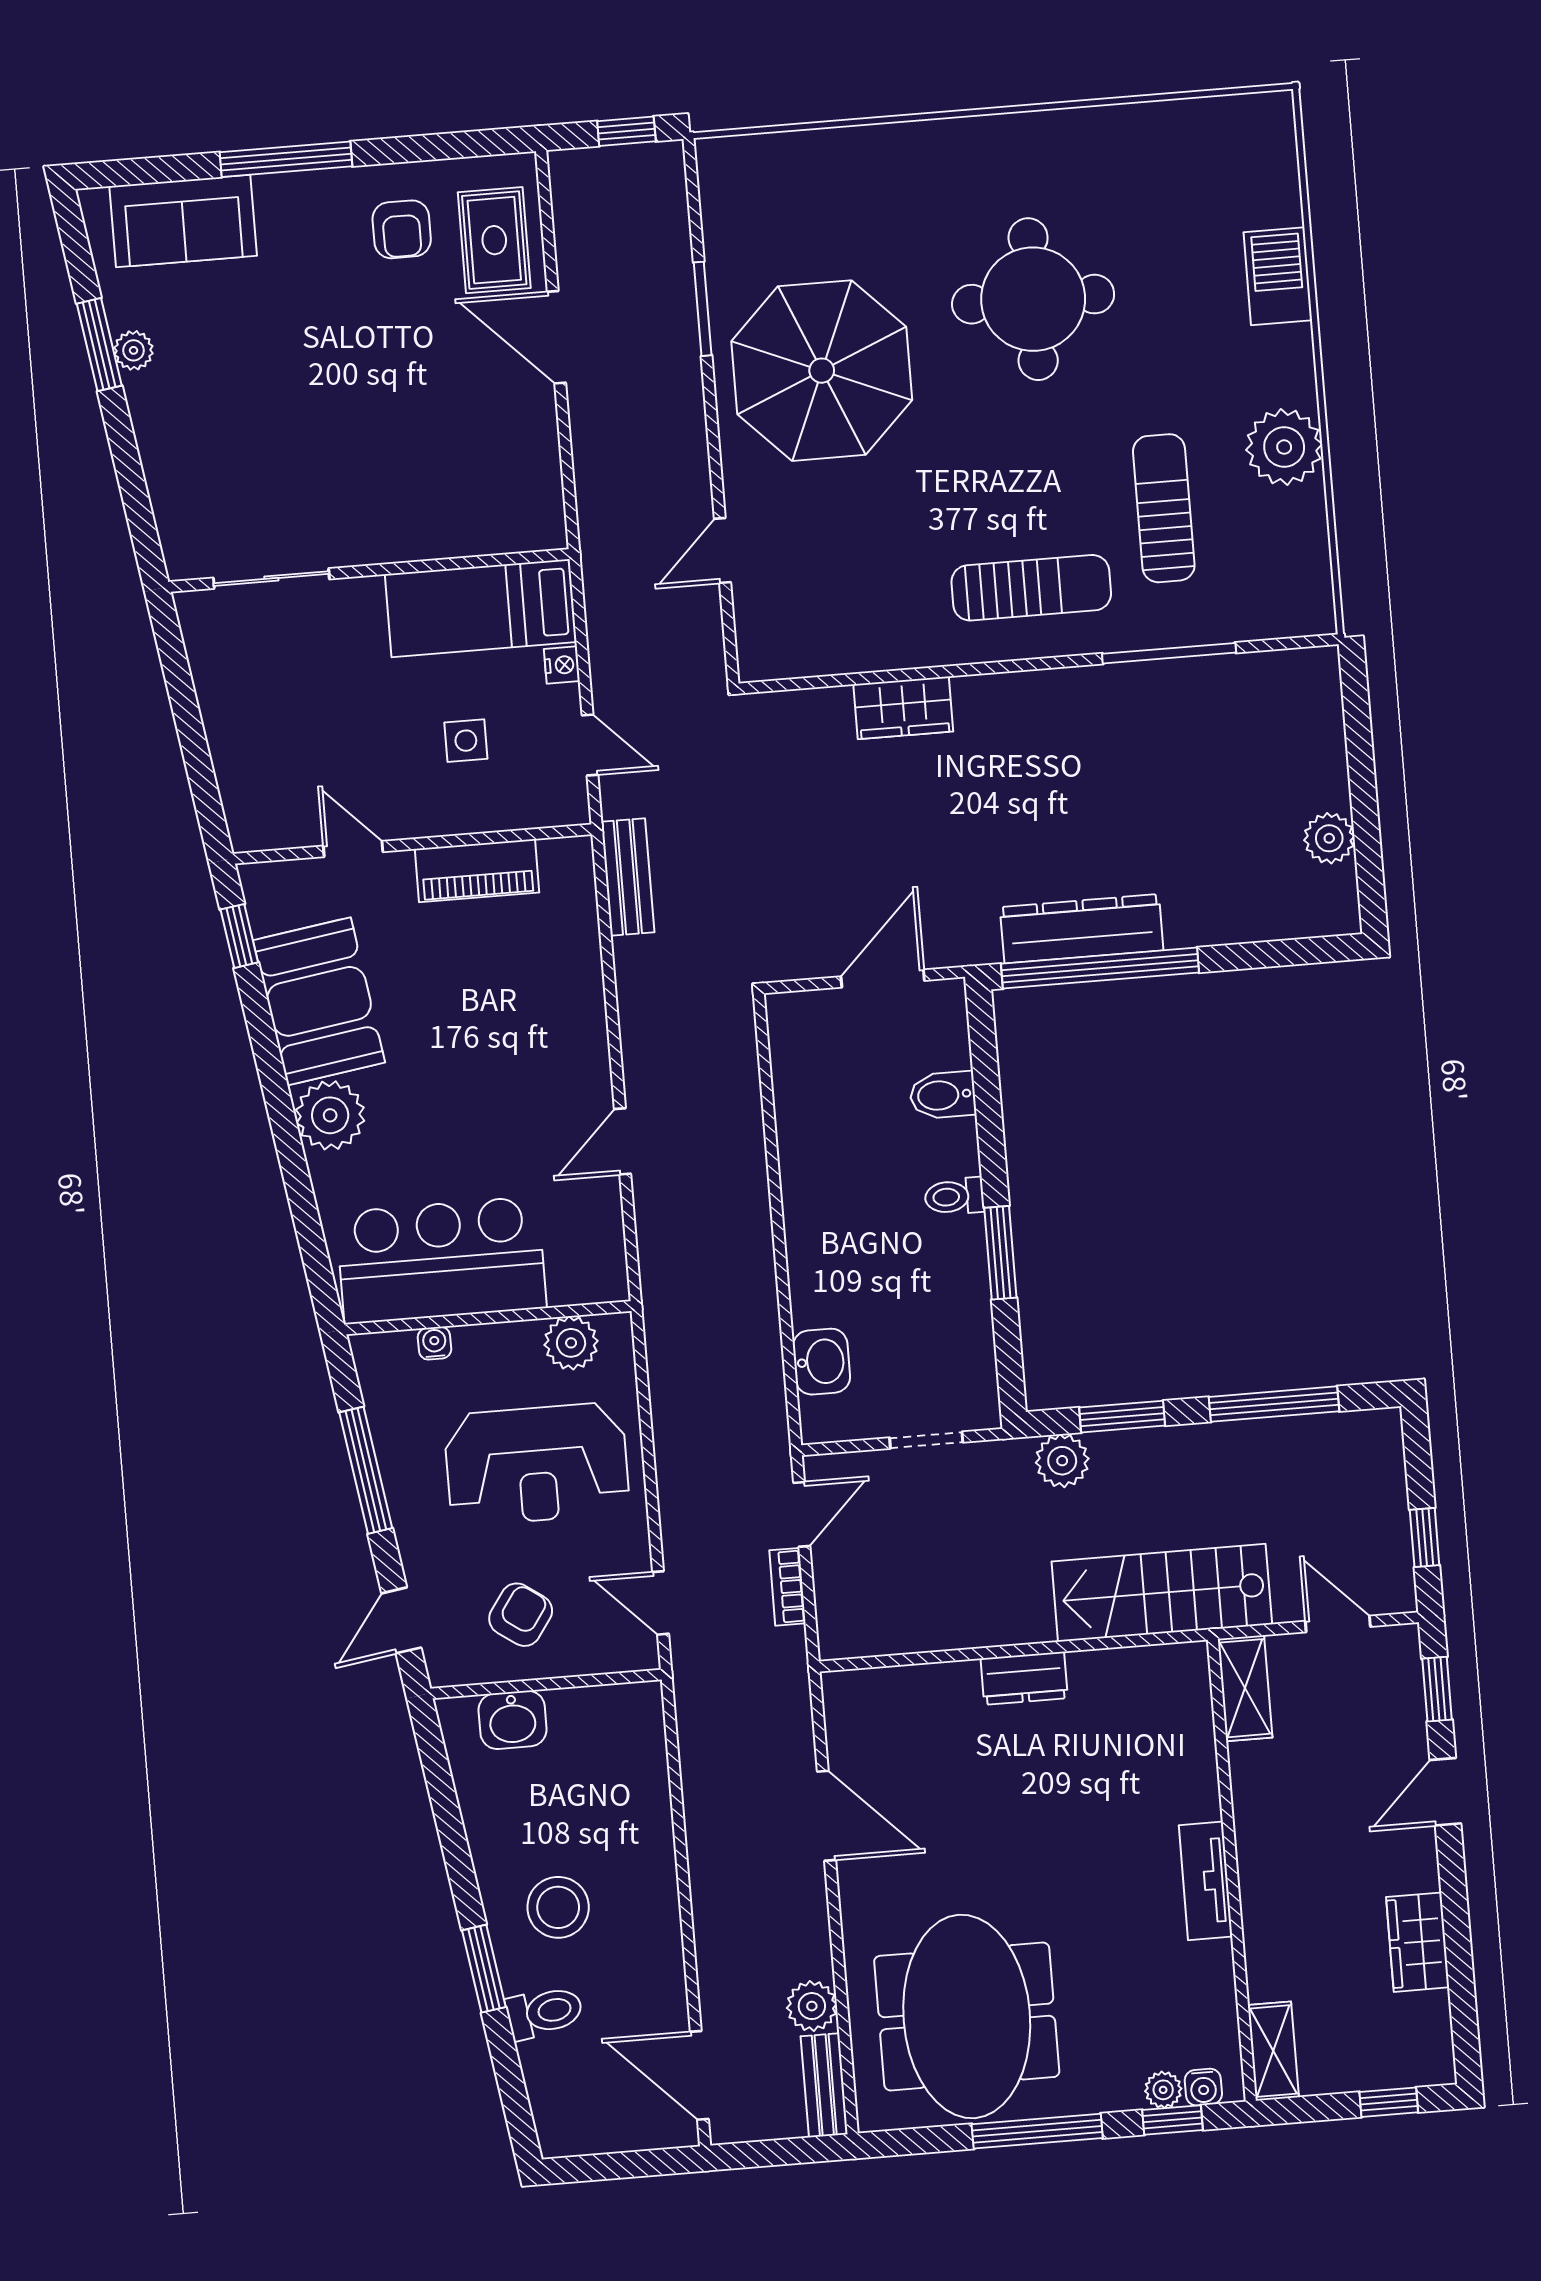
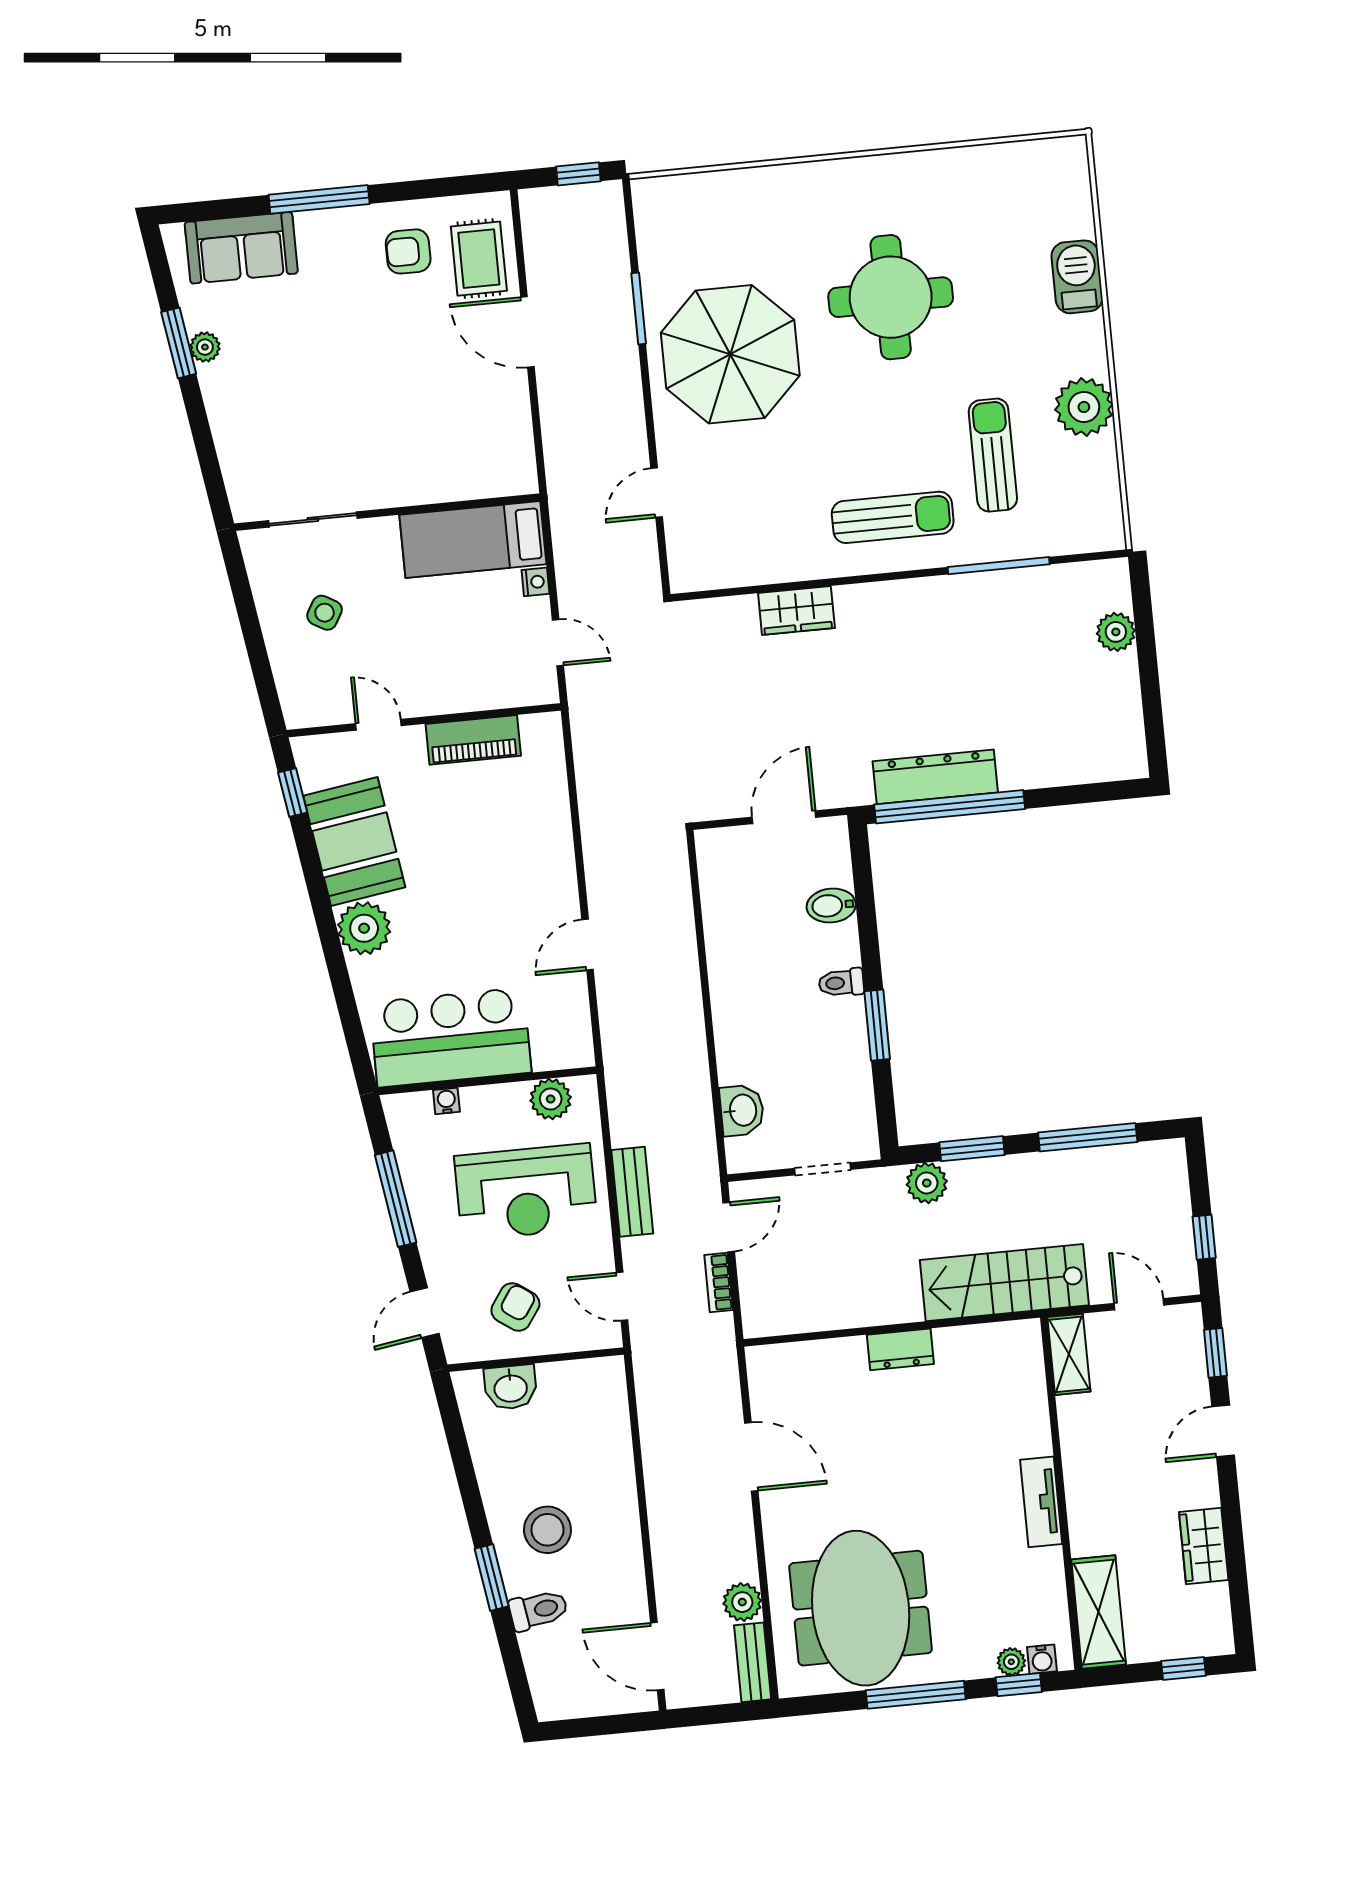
armchair: (402, 229) -> (408, 251), turned 90
side table: (466, 741) -> (325, 613), moved, turned 30
plant: (1329, 838) -> (1116, 632), moved
bench: (628, 877) -> (632, 1192), moved
shelving: (1273, 2051) -> (1099, 1612), width x1.50, depth x1.33

